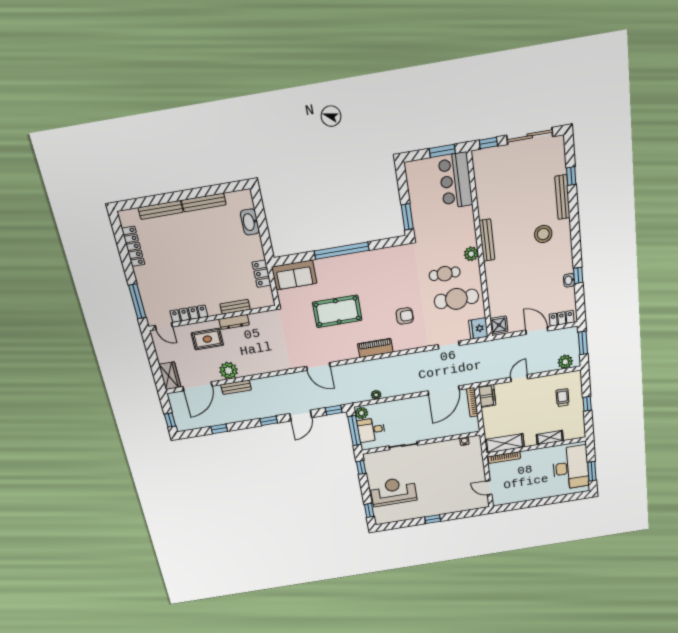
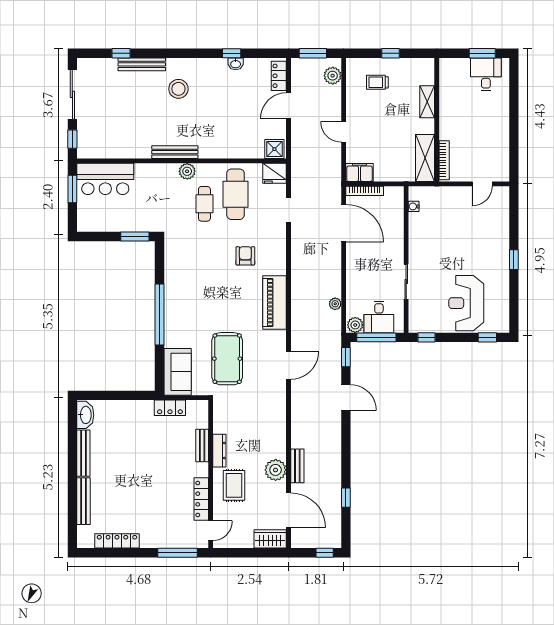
washbasin: (250, 222) -> (85, 415), moved, turned -90
pool table: (337, 311) -> (227, 359), moved
piano: (375, 348) -> (275, 303), width x1.37, depth x1.33
window: (269, 421) -> (346, 437), removed
desk: (571, 468) -> (486, 74), width x0.53, depth x0.77

